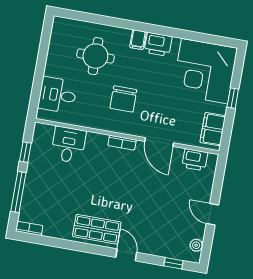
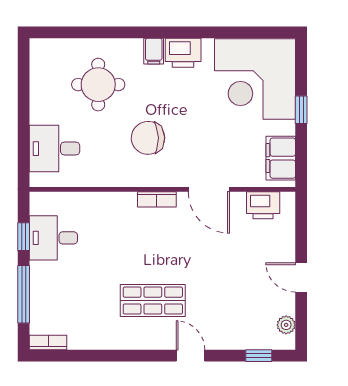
chair: (123, 99) -> (148, 138), turned 88
desk: (68, 145) -> (53, 238), moved, turned -90
shop shelf: (97, 229) -> (153, 301), moved

